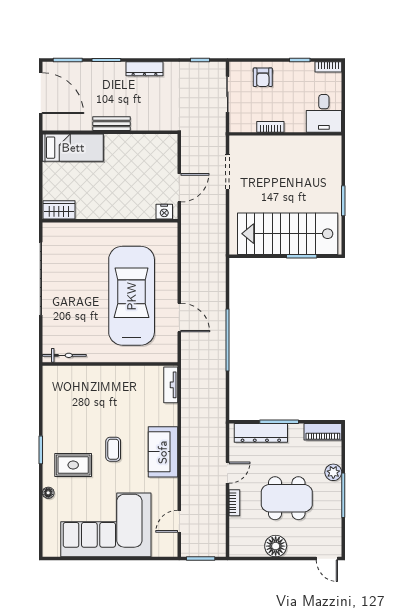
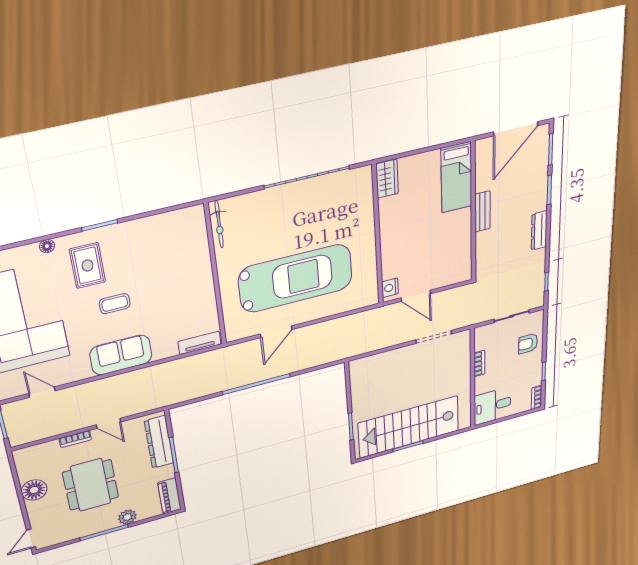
stairs: (288, 234) -> (409, 427), moved, turned -90

